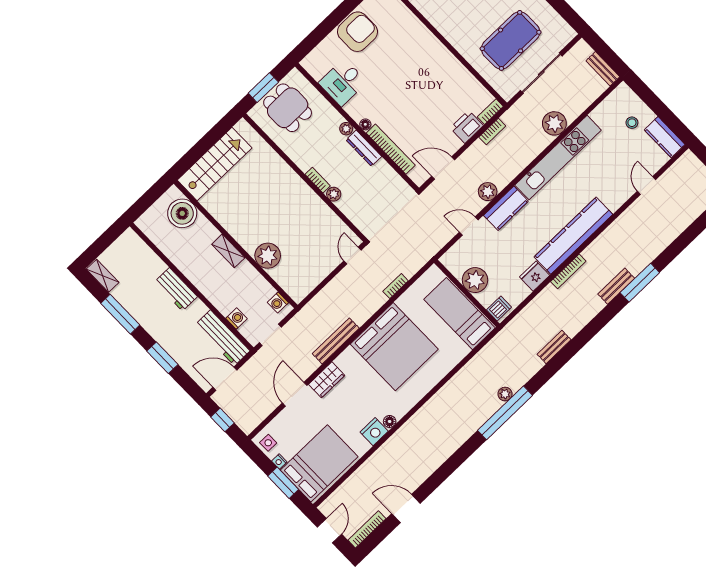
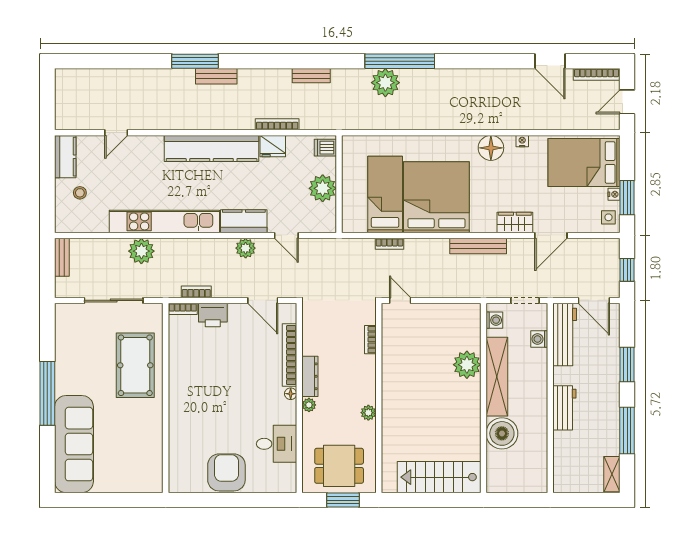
armchair: (358, 32) -> (226, 472), turned 90
pool table: (511, 40) -> (135, 365), moved, turned 90
dining table: (288, 108) -> (339, 466), turned 90
bookcase: (318, 180) -> (370, 340), moved
plant: (334, 194) -> (368, 413), moved
boiler: (182, 213) -> (502, 433), moved
shelving: (228, 251) -> (497, 377), width x2.20, depth x1.33
door: (352, 255) -> (400, 300), swing flipped
bookcase: (568, 271) -> (277, 124), moved
bed: (459, 314) -> (385, 194), moved, turned 180
plant: (505, 394) -> (385, 83), width x1.88, depth x1.88
floor lamp: (390, 421) -> (491, 148), width x1.89, depth x1.89
nightstand: (374, 432) -> (522, 141), width x0.53, depth x0.56
window: (283, 483) -> (627, 198), moved

